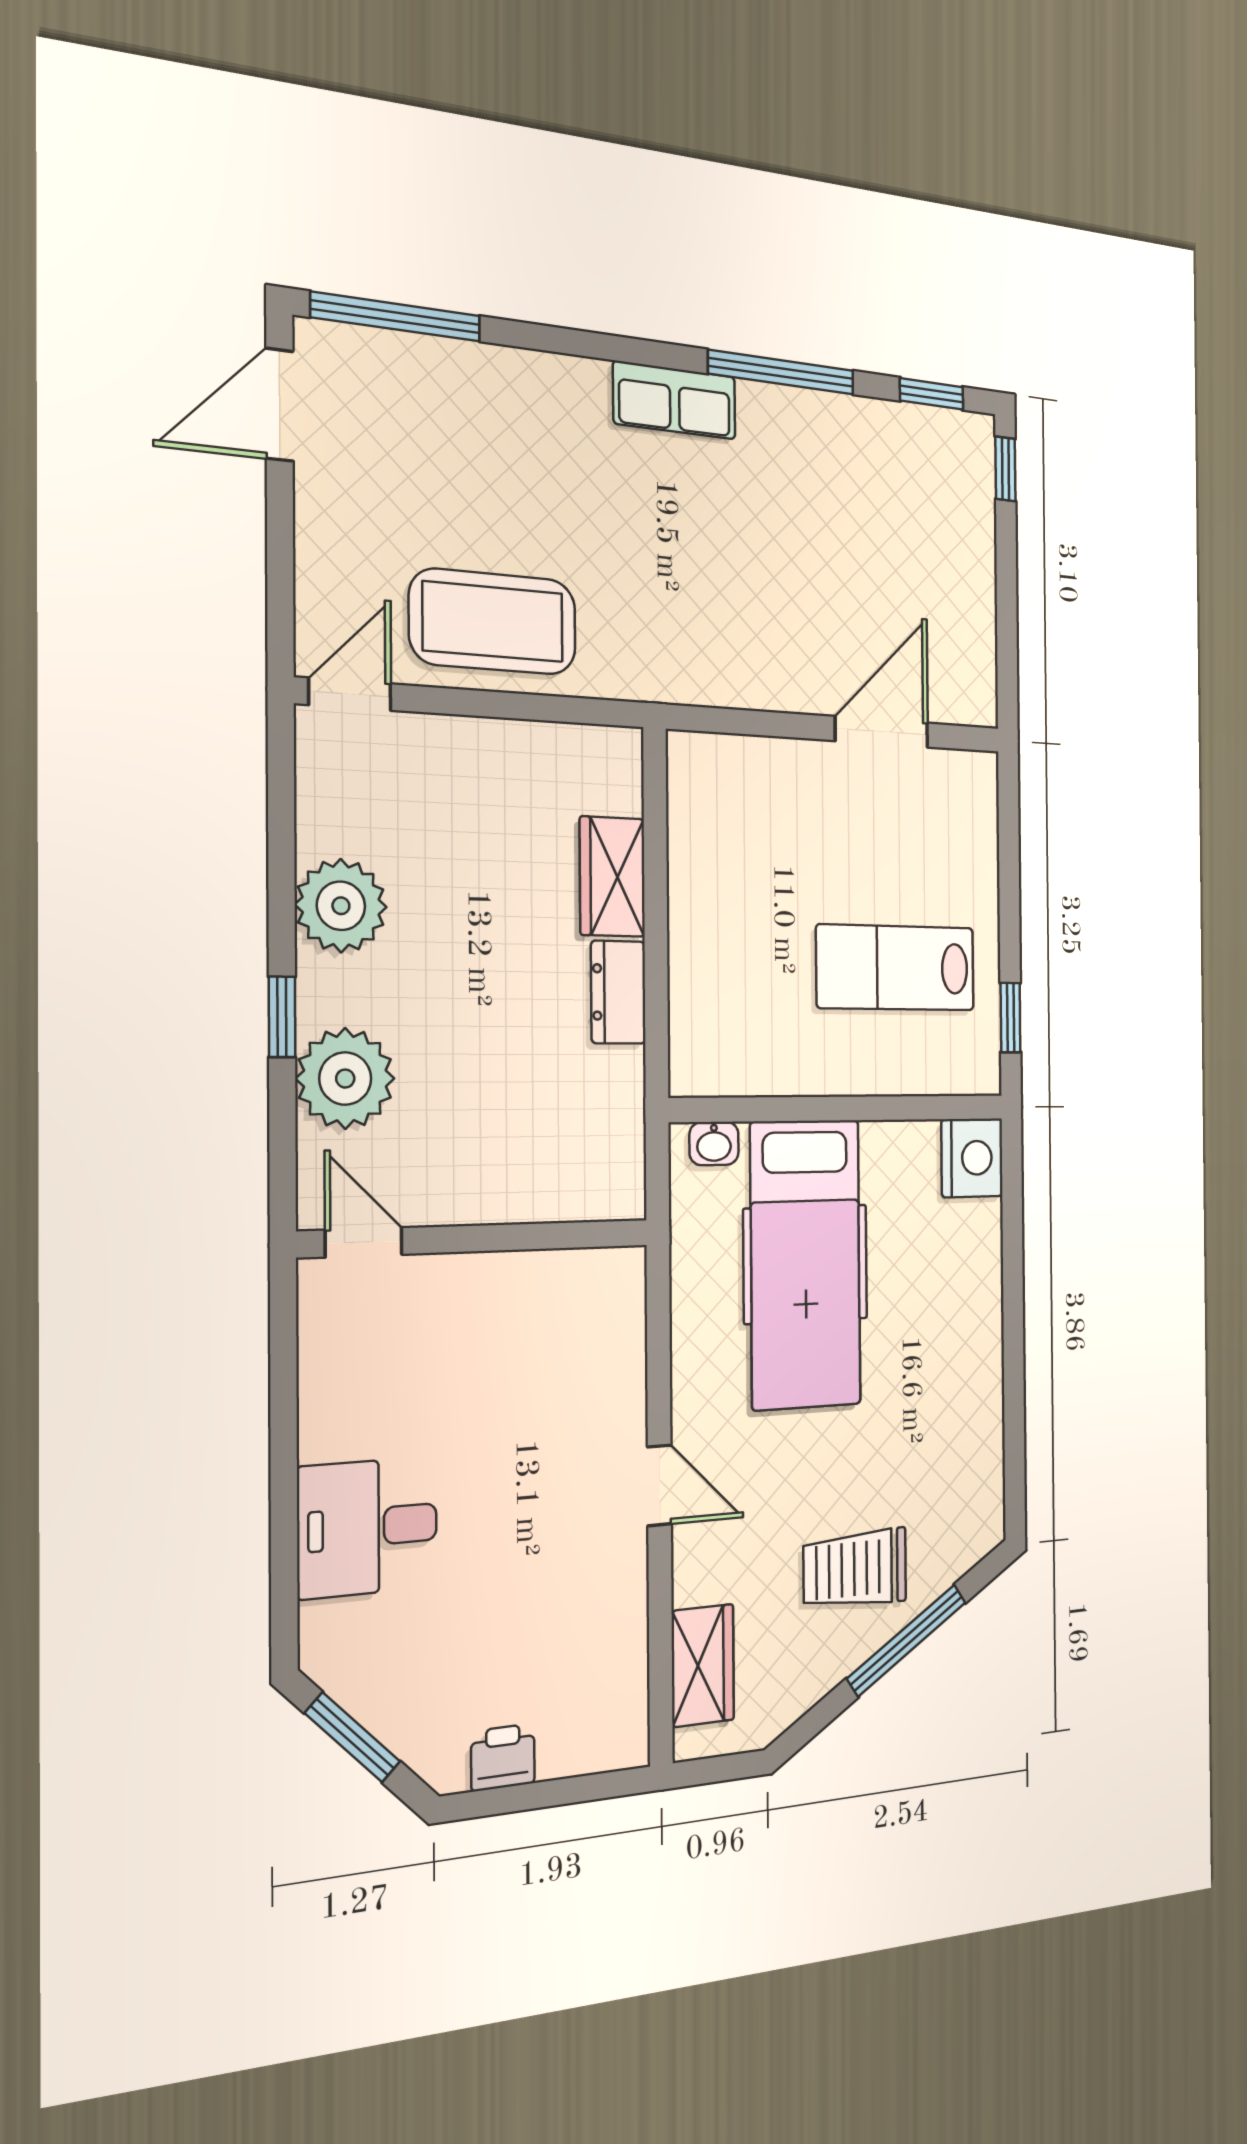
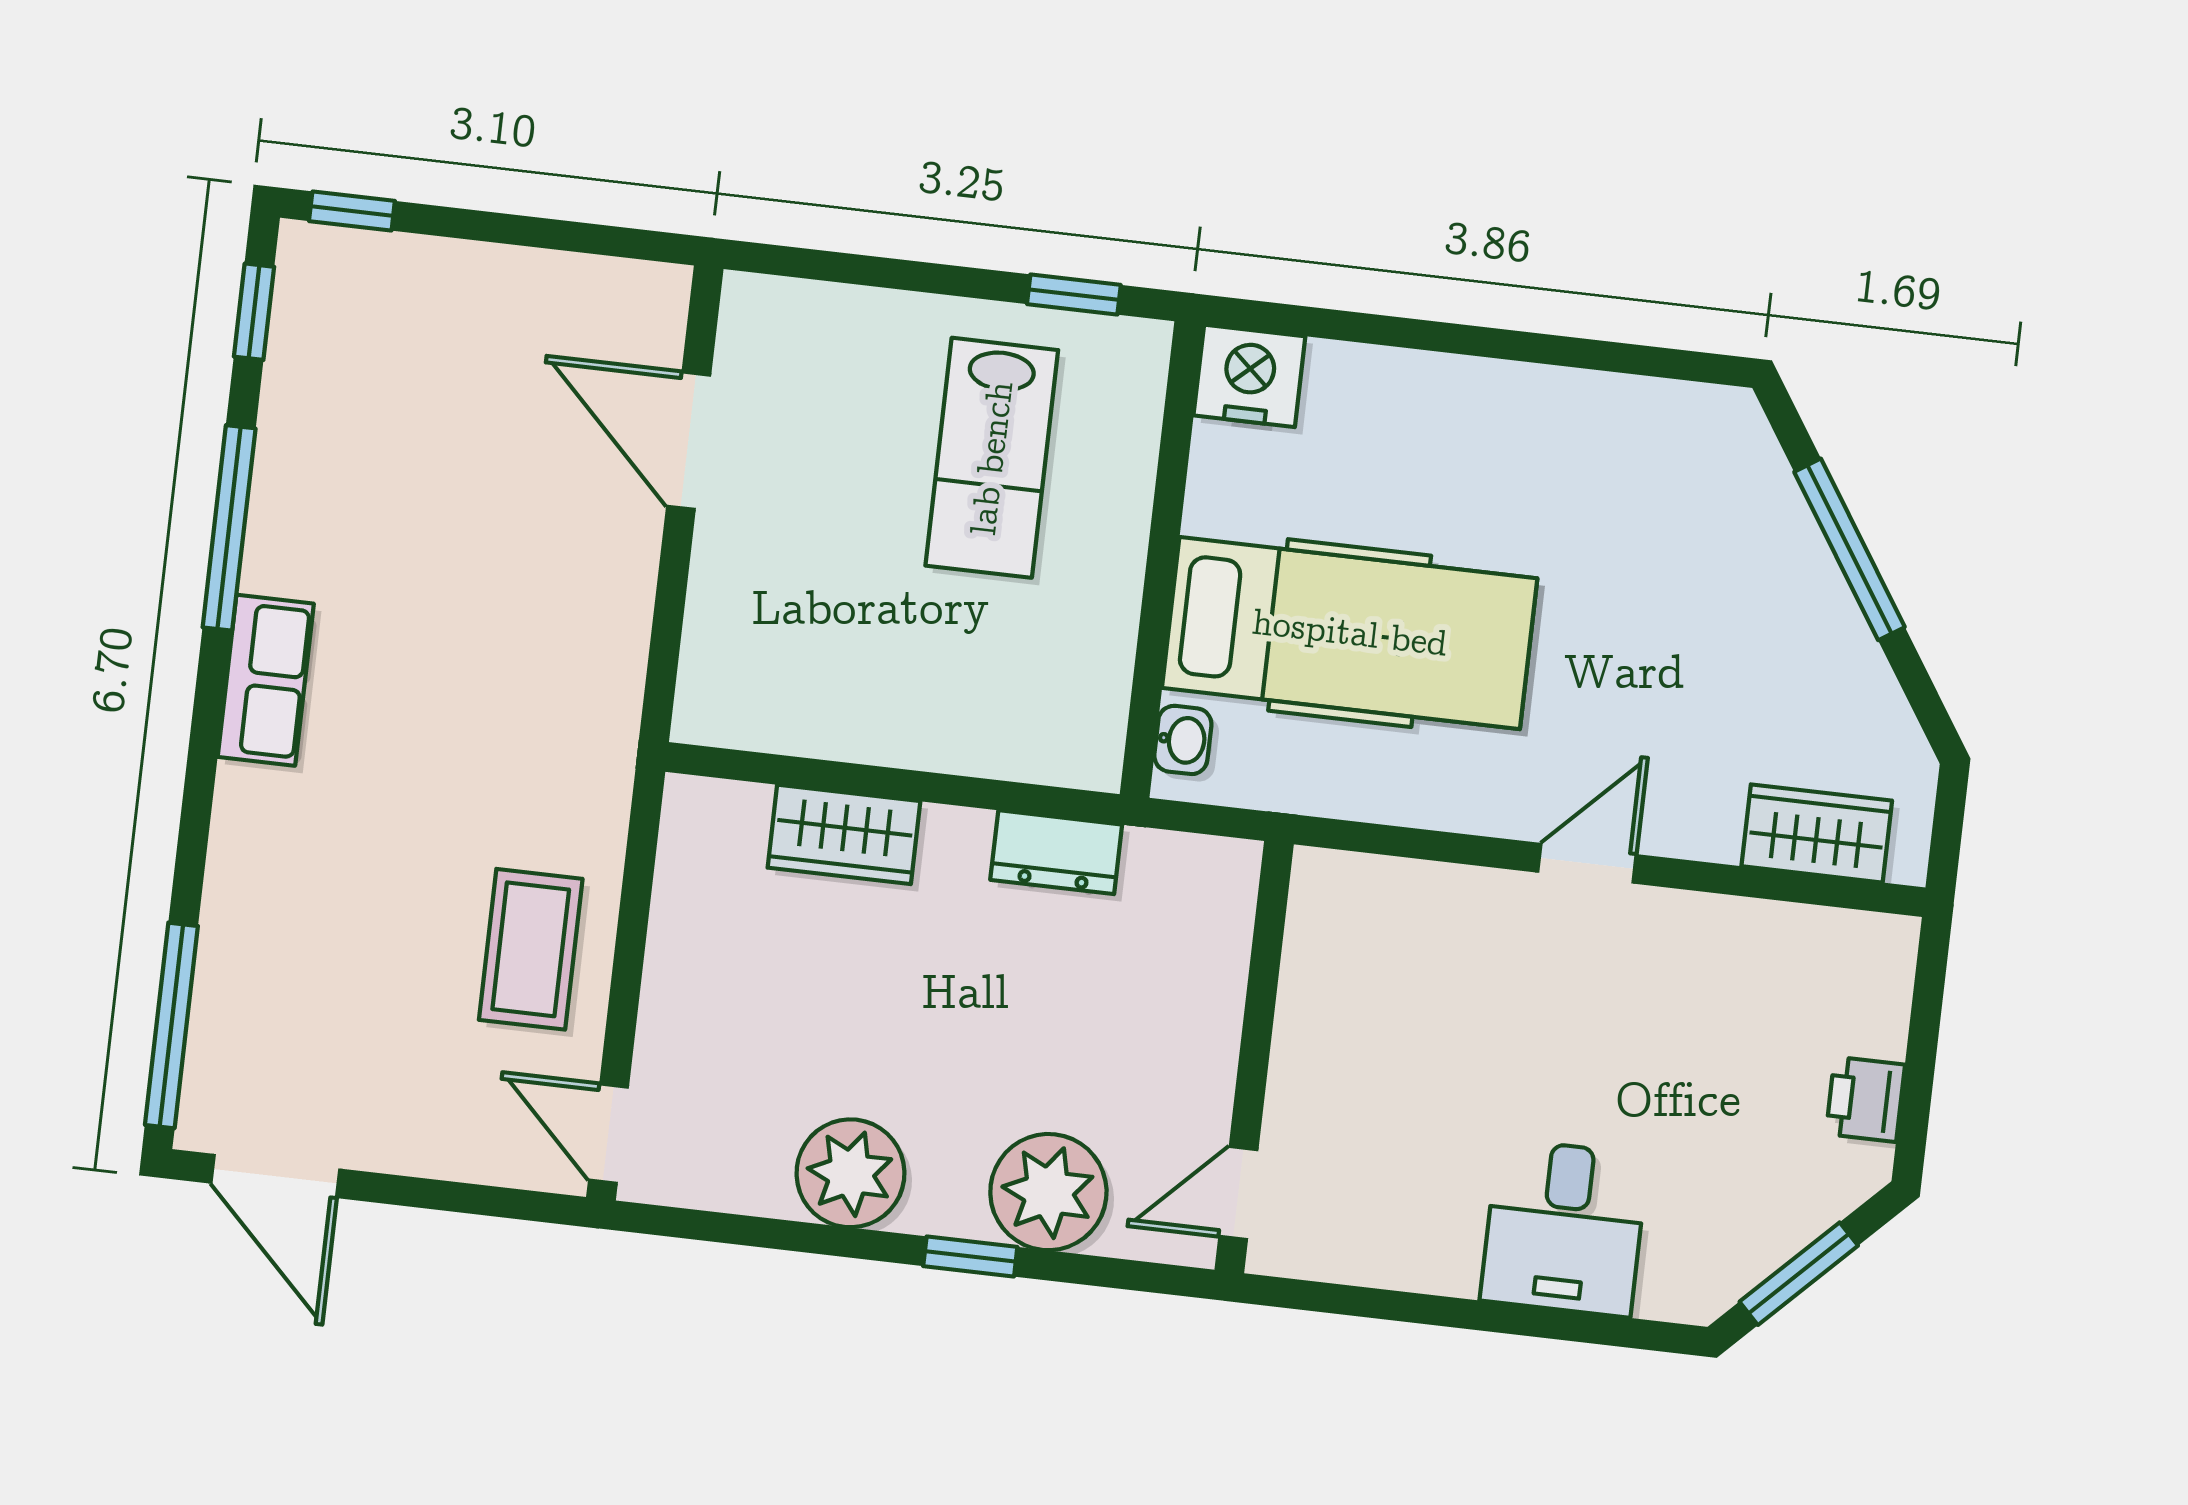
coffee table: (493, 622) -> (531, 949), width x0.73, depth x0.76
dresser: (618, 992) -> (1056, 852), moved
trolley: (855, 1569) -> (1744, 612), removed

